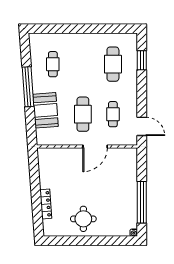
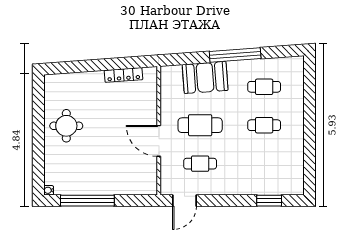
cafe table: (113, 64) -> (264, 125), moved, width x0.73, depth x0.74
locker: (46, 204) -> (124, 75), moved

